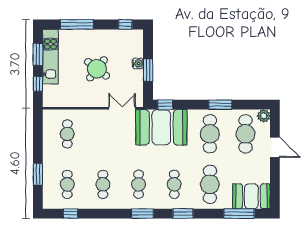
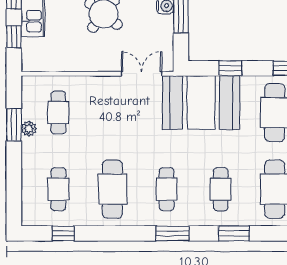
window: (165, 105) -> (230, 68), moved
plant: (48, 144) -> (29, 129), added
window: (38, 174) -> (14, 125), moved
cafe table: (103, 184) -> (112, 189), width x1.37, depth x1.35

